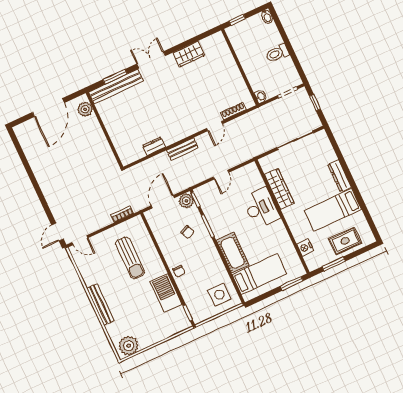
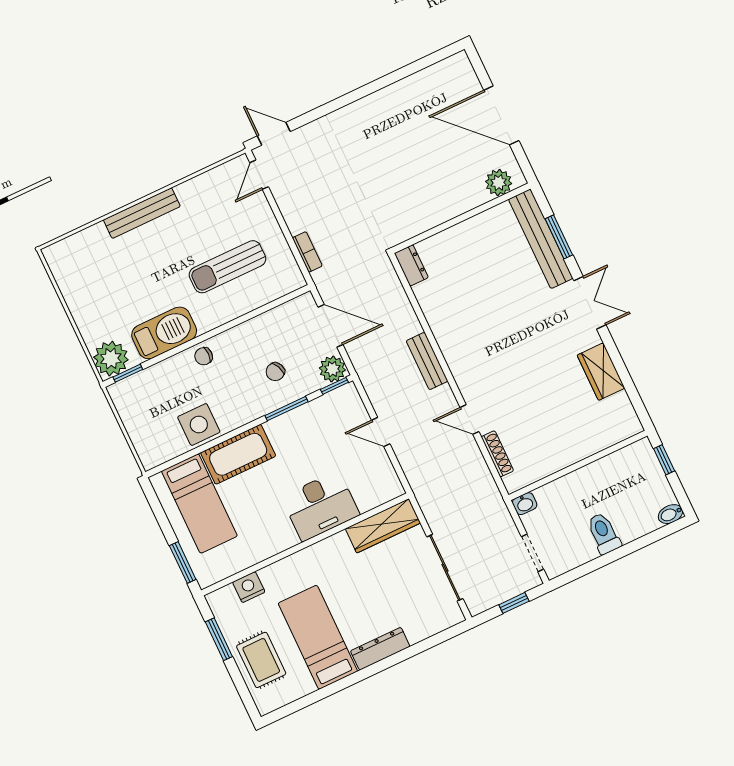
dresser: (154, 146) -> (411, 265), moved
wardrobe: (279, 189) -> (383, 526), moved
side table: (219, 295) -> (199, 424), moved
plant: (129, 346) -> (111, 359), moved

